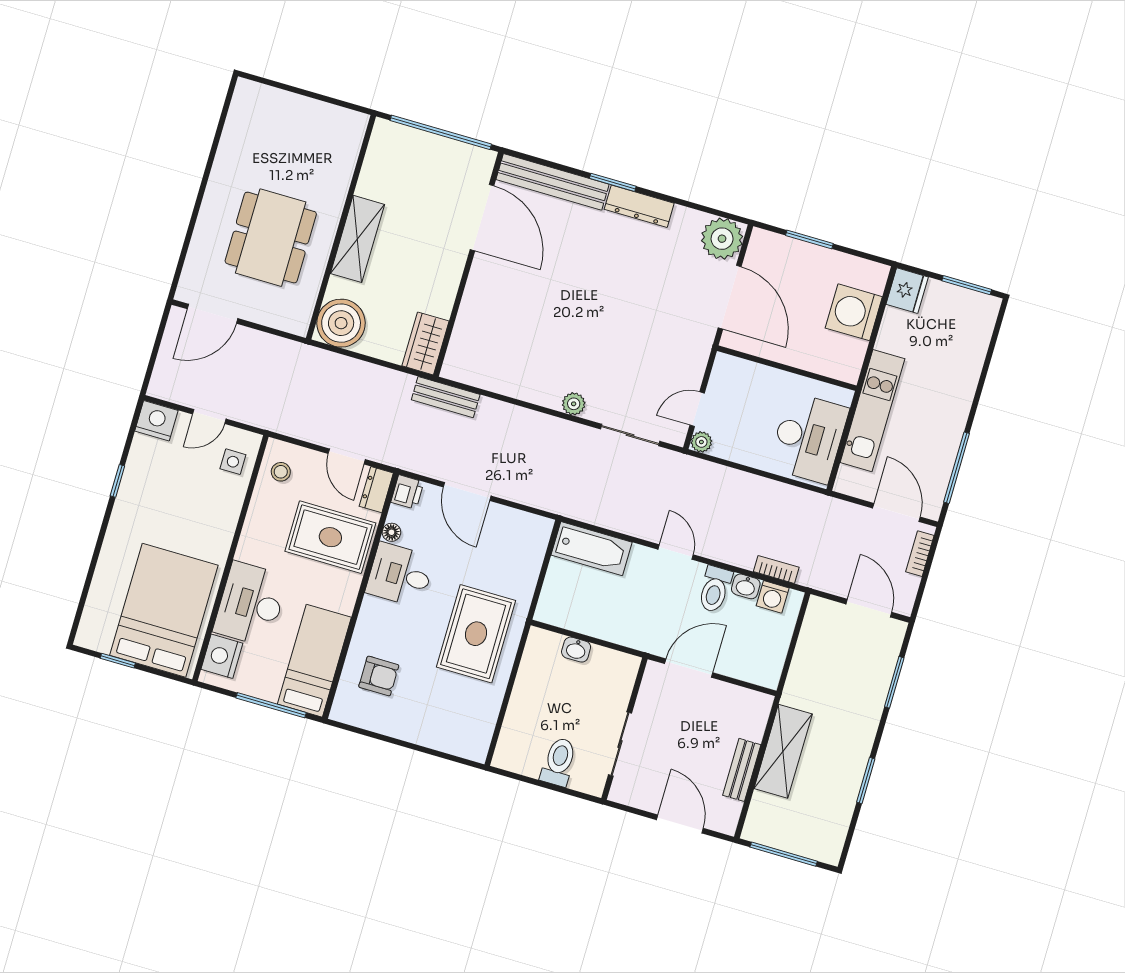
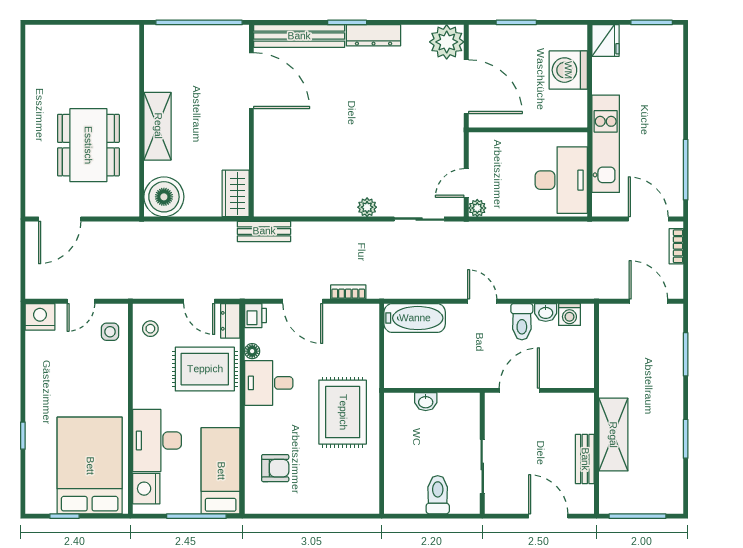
window: (117, 481) -> (23, 436), moved
bookcase: (776, 569) -> (348, 292), moved

